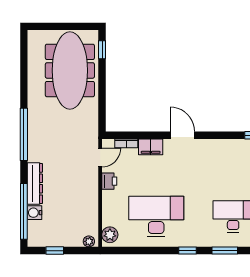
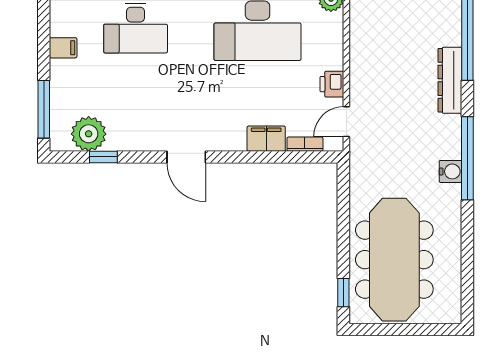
door: (182, 135) -> (186, 157), moved
water cooler: (34, 213) -> (450, 171), moved

